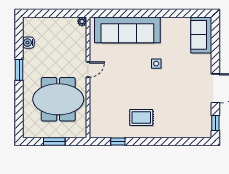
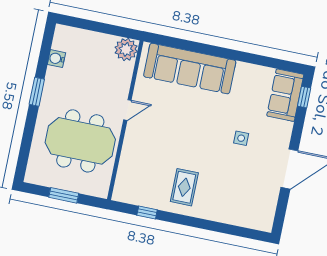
plant: (82, 21) -> (126, 49), width x1.87, depth x1.87
side table: (156, 64) -> (241, 138), moved
rug: (141, 118) -> (184, 187), turned 90
window: (215, 123) -> (304, 97), moved

